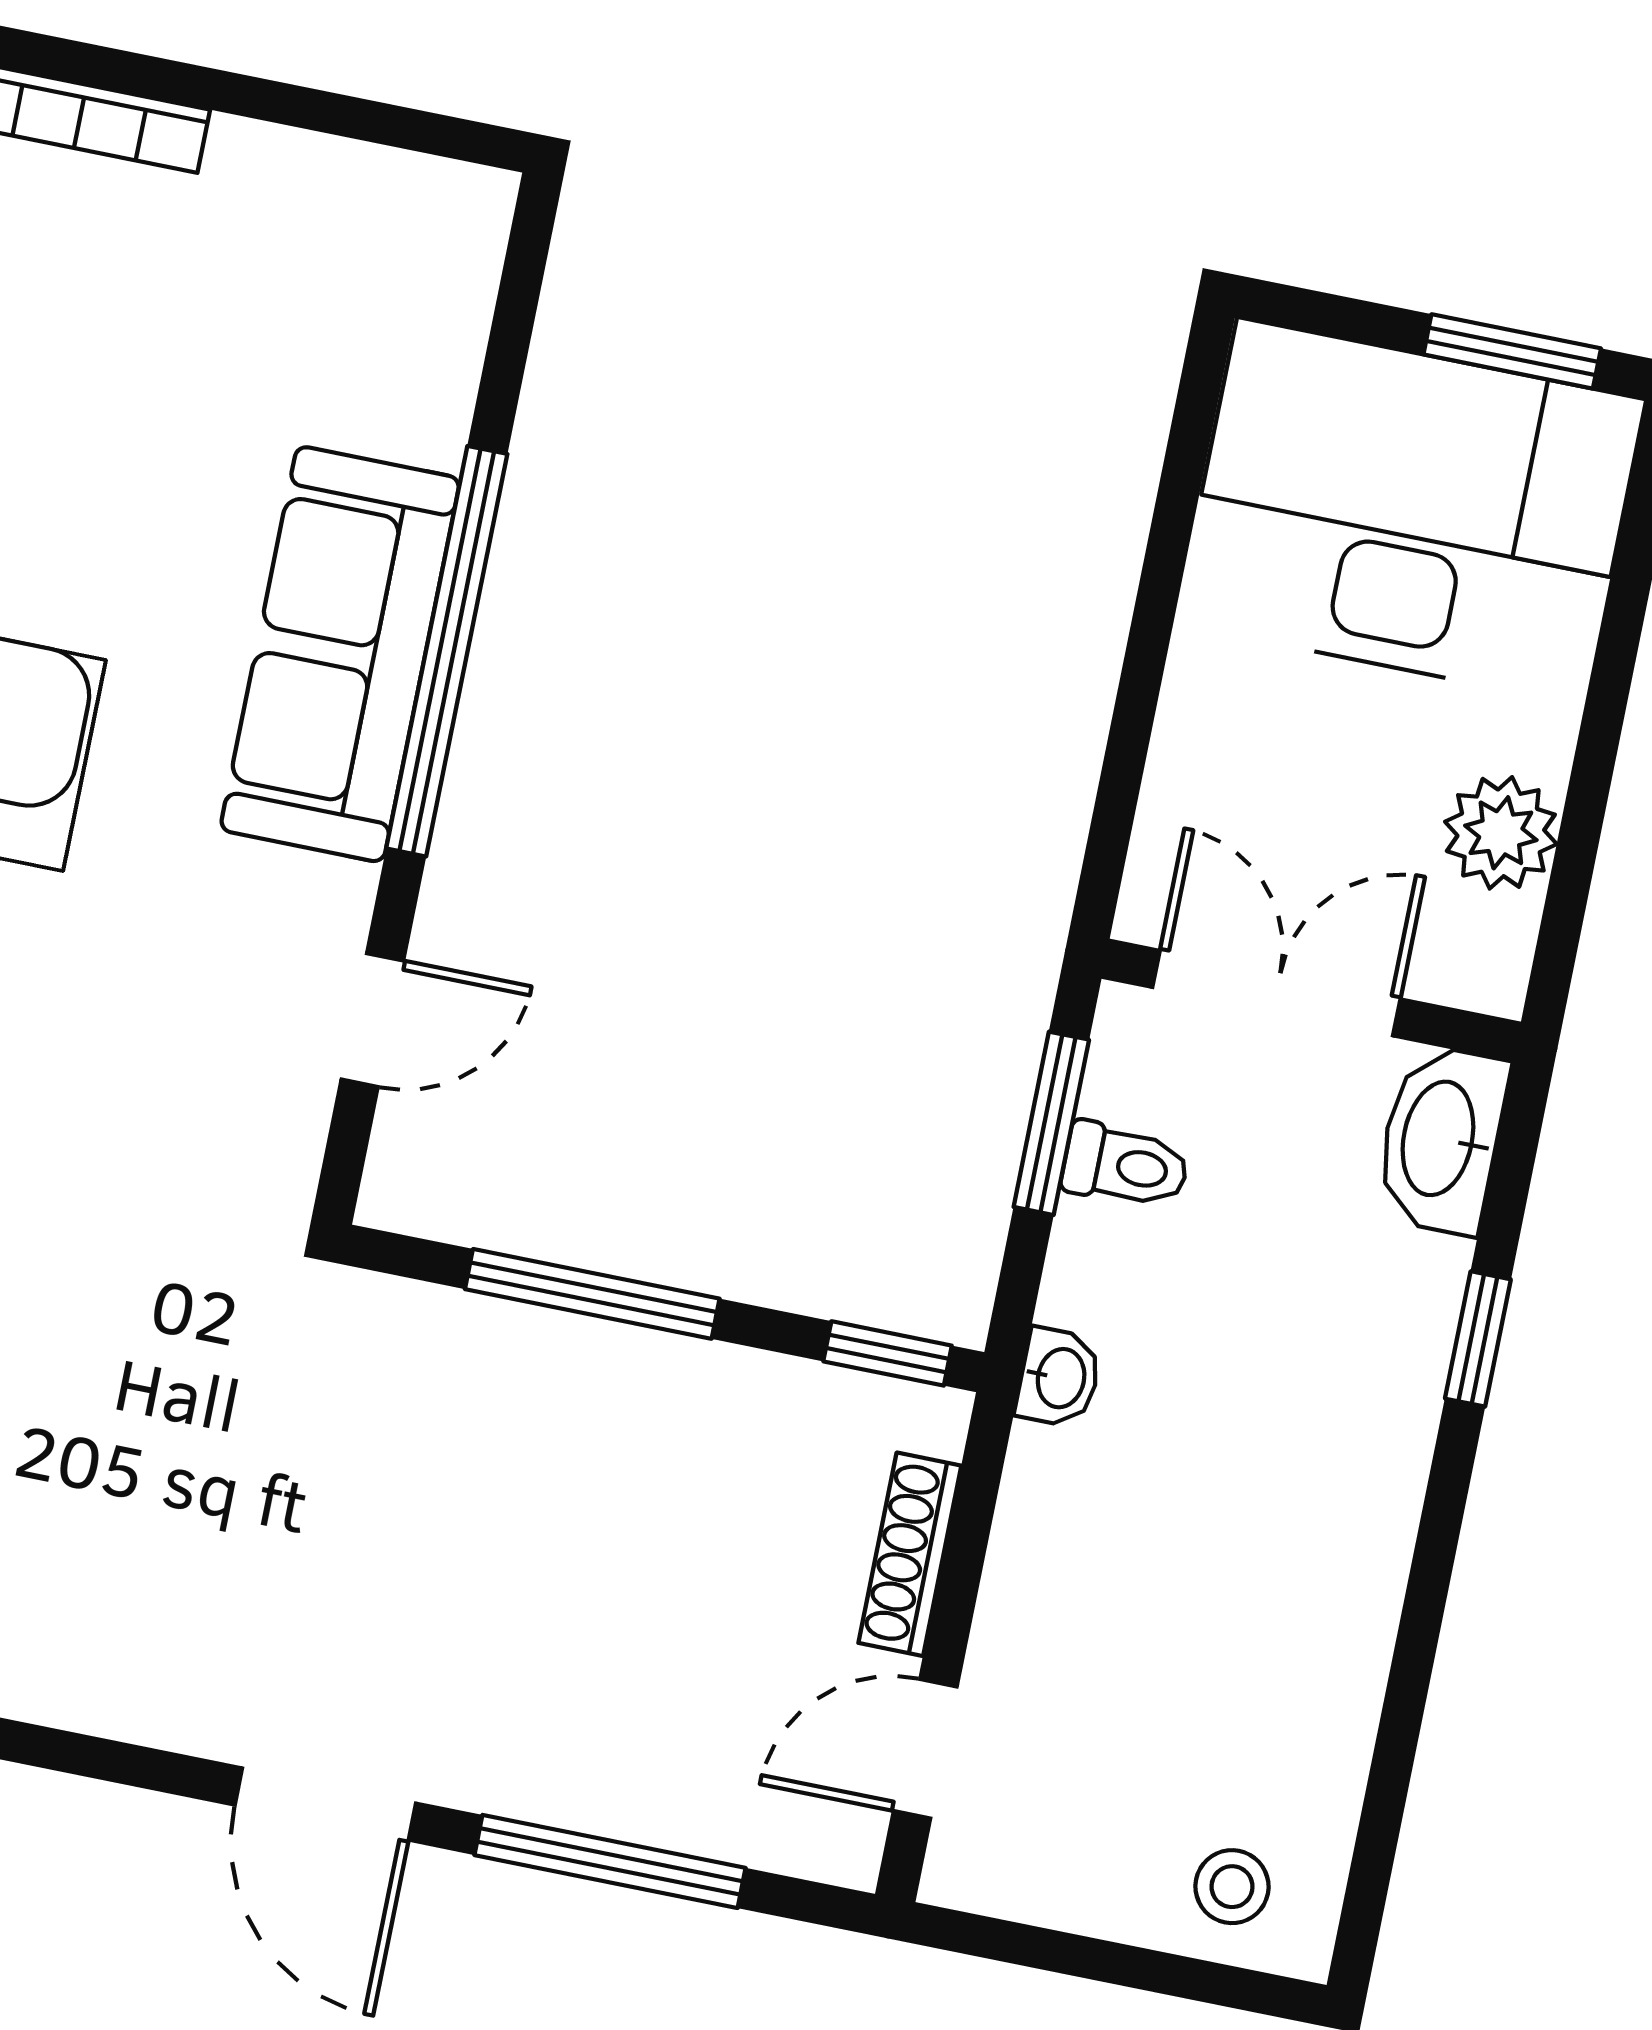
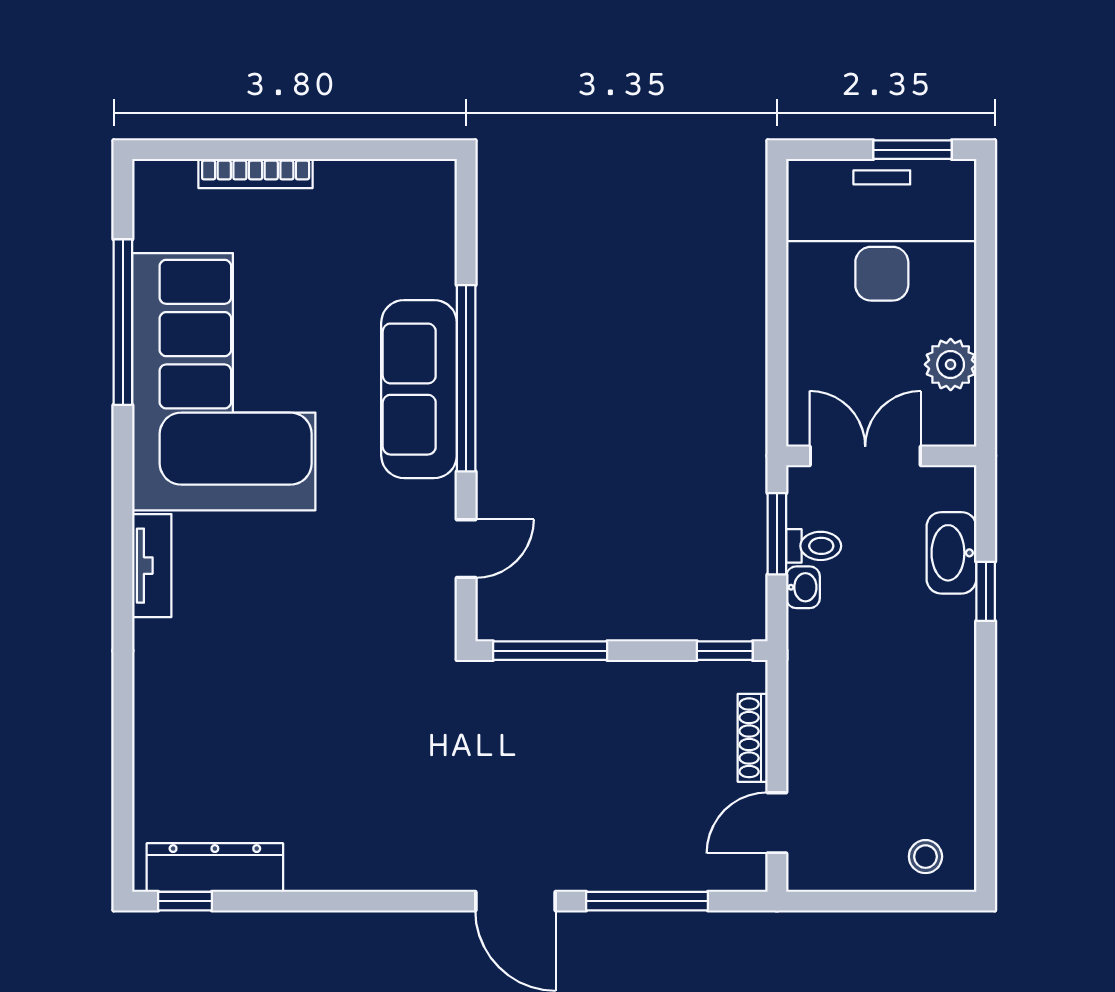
washbasin: (1441, 1139) -> (951, 553), moved
window: (592, 1294) -> (550, 651), moved
washbasin: (1059, 1378) -> (803, 587), moved

